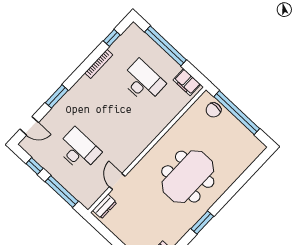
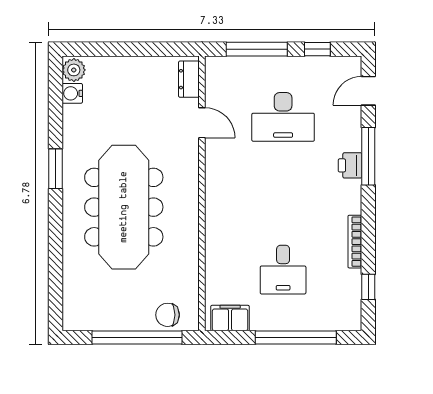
desk: (143, 81) -> (283, 270), width x0.73
window: (57, 96) -> (368, 156), width x1.44
printer: (69, 100) -> (350, 165), added
chair: (214, 110) -> (168, 315), turned -90
meeting table: (188, 177) -> (124, 207), width x1.36

